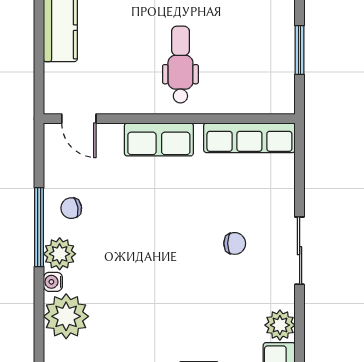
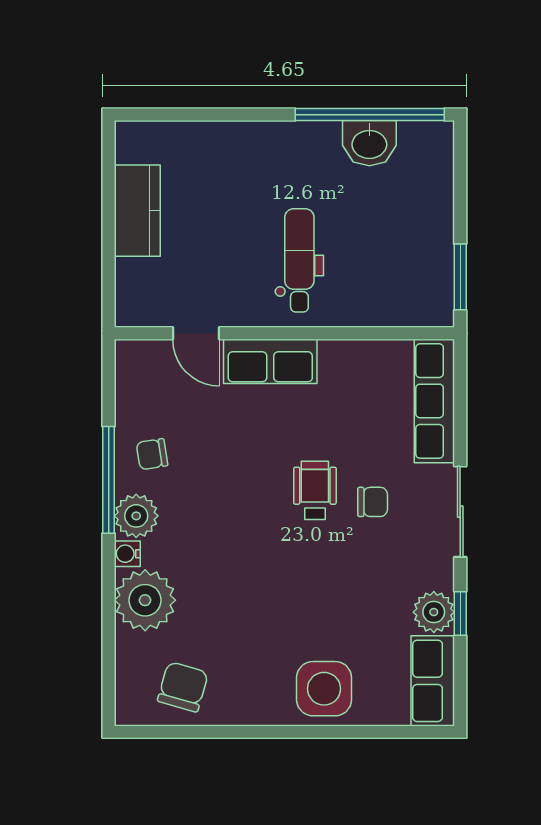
window: (300, 50) -> (460, 277), moved
door: (79, 119) -> (196, 333), moved
row of seats: (249, 138) -> (434, 401), moved, turned 90
wheelchair: (192, 235) -> (315, 490), added
window: (300, 326) -> (460, 613), added

